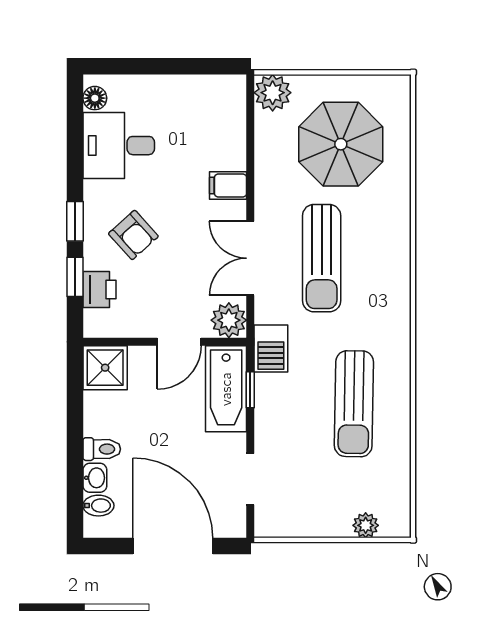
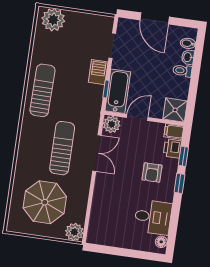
filing cabinet: (228, 186) -> (174, 132), moved, turned 180
armchair: (133, 235) -> (152, 173), turned -138
barbecue: (271, 349) -> (98, 72), moved
sun lounger: (354, 404) -> (42, 90), moved
plant: (366, 525) -> (53, 20), width x1.88, depth x1.88
door: (173, 546) -> (155, 18), width x0.73

